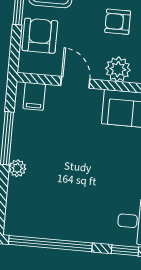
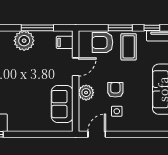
armchair: (40, 36) -> (102, 42), turned 180
plant: (17, 168) -> (24, 41), width x1.88, depth x1.88

